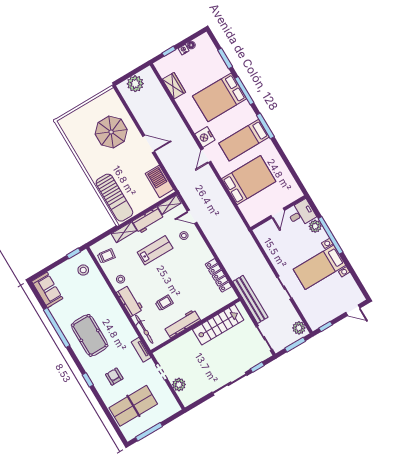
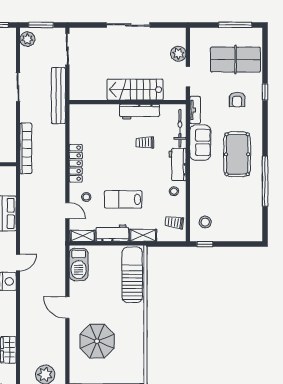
bookcase: (251, 245) -> (26, 148), added
locker: (218, 275) -> (76, 163), moved
sofa: (47, 290) -> (200, 142), moved, turned 180
stairs: (218, 325) -> (135, 90), moved
window: (257, 367) -> (91, 25), removed
window: (88, 380) -> (265, 92), moved

